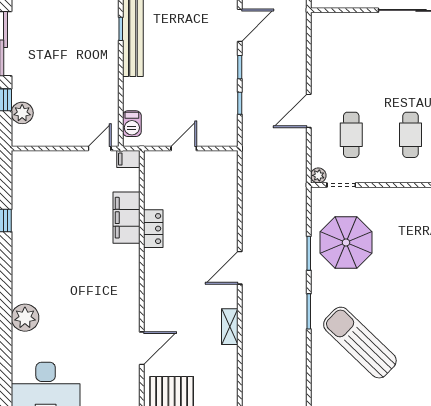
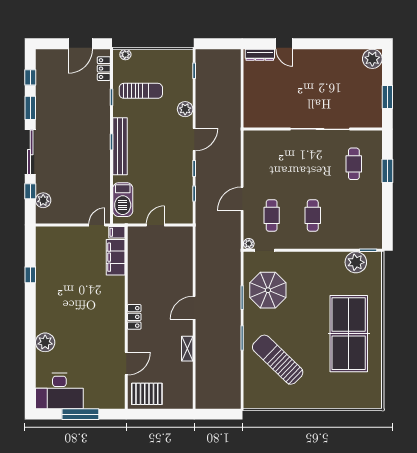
barbecue: (132, 124) -> (123, 200), width x1.88, depth x1.53
filing cabinet: (127, 218) -> (116, 257), moved
locker: (153, 229) -> (134, 317), moved

